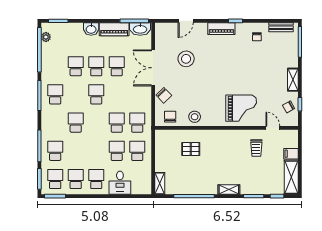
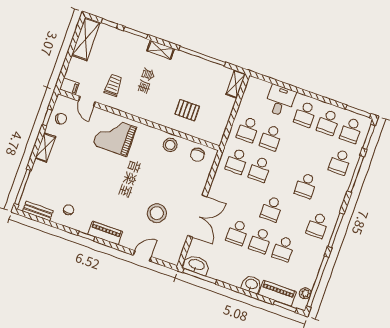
piano: (114, 29) -> (277, 293), moved
chair: (164, 95) -> (196, 181), removed
filing cabinet: (291, 154) -> (69, 86), moved

